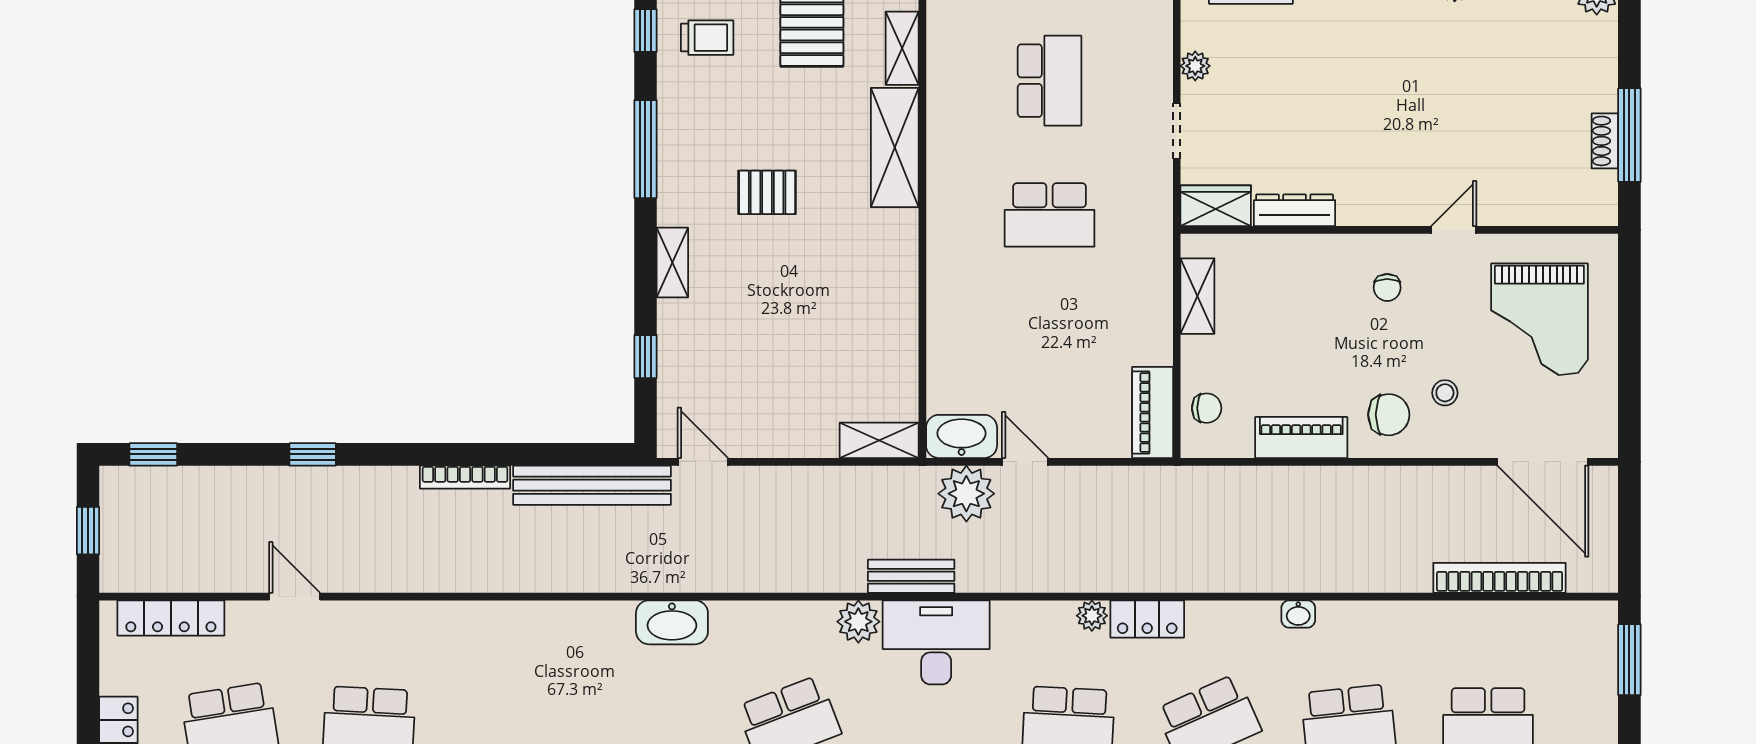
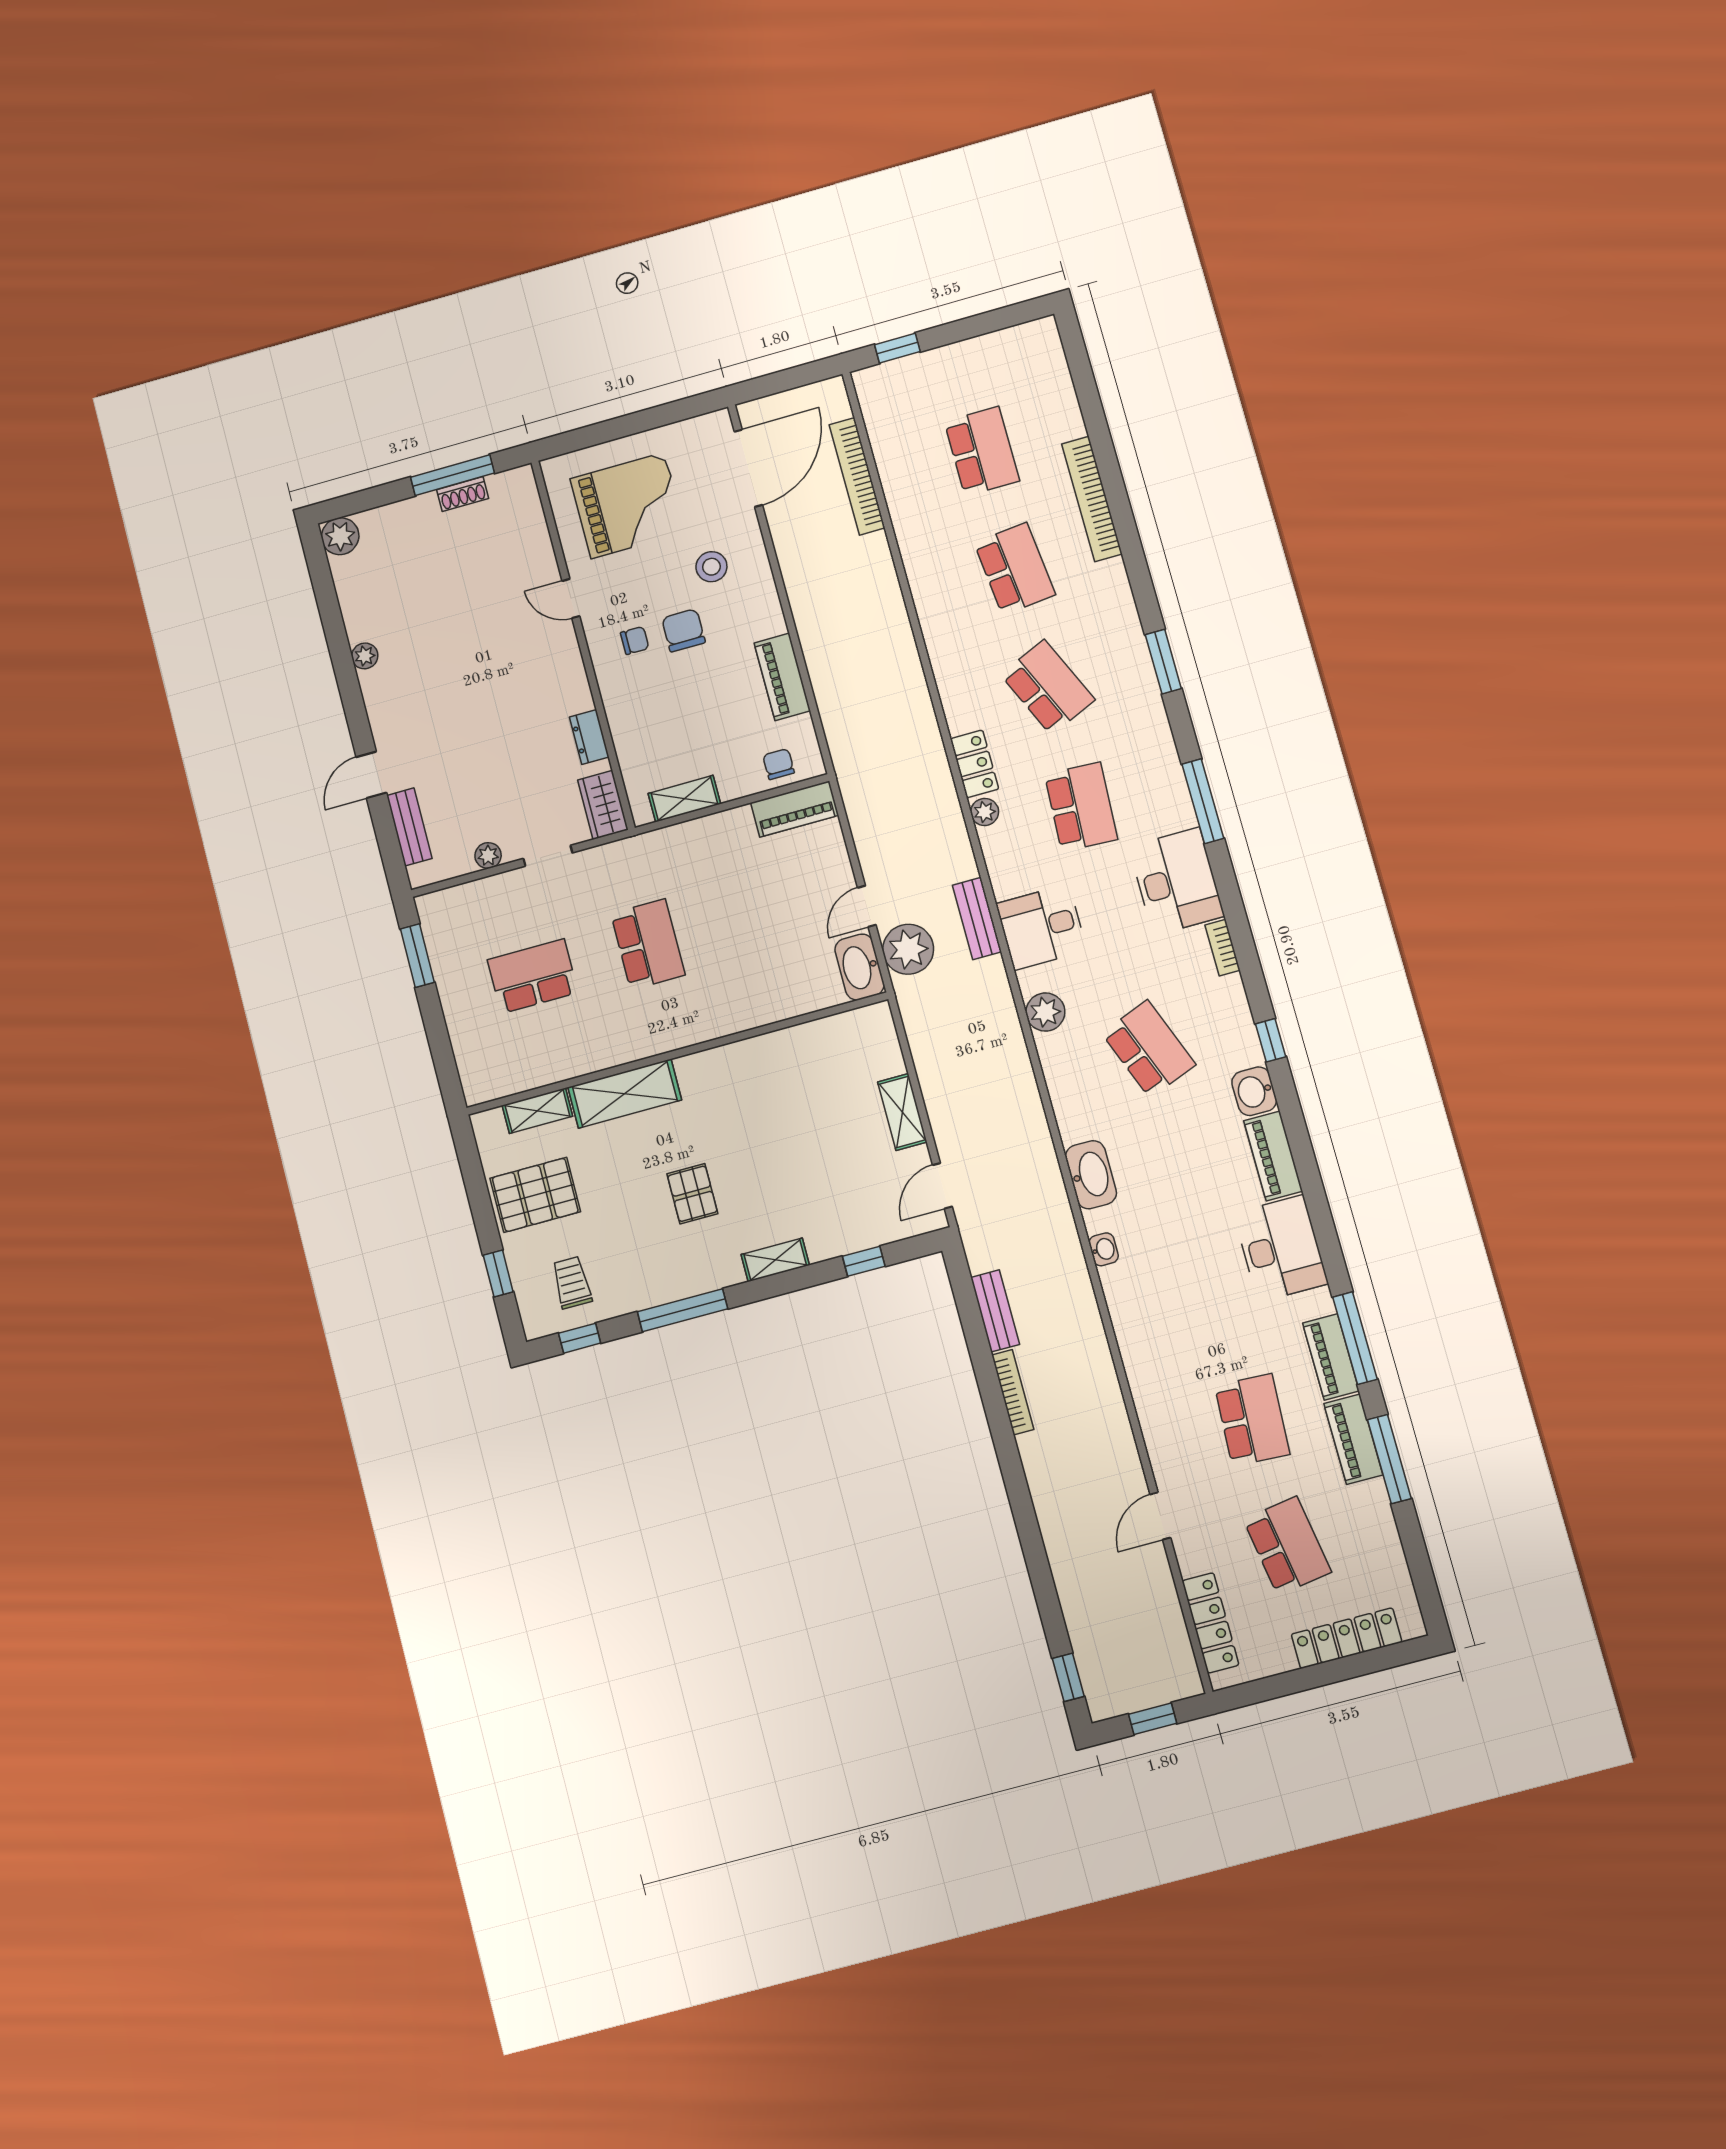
dresser: (1295, 210) -> (589, 737), width x0.70
stool: (1445, 393) -> (711, 567), width x1.37, depth x1.37
chair: (1389, 415) -> (683, 630), moved
shelving: (879, 440) -> (902, 1112), moved
window: (313, 454) -> (1029, 1534), removed
bench: (592, 485) -> (995, 1311), width x0.54, depth x0.82
bench: (911, 576) -> (977, 918), moved
washbasin: (1298, 614) -> (1104, 1249), moved
desk: (936, 642) -> (1041, 927), width x0.73
window: (1629, 660) -> (897, 348), width x0.67

